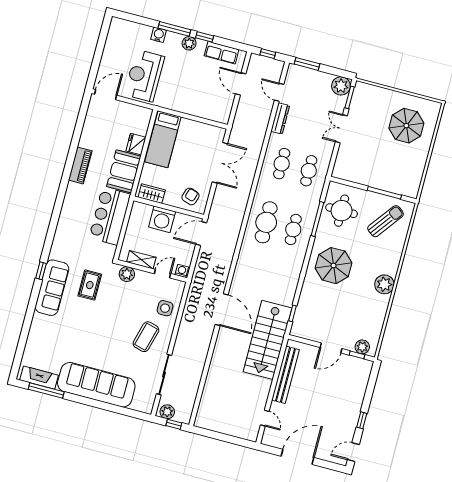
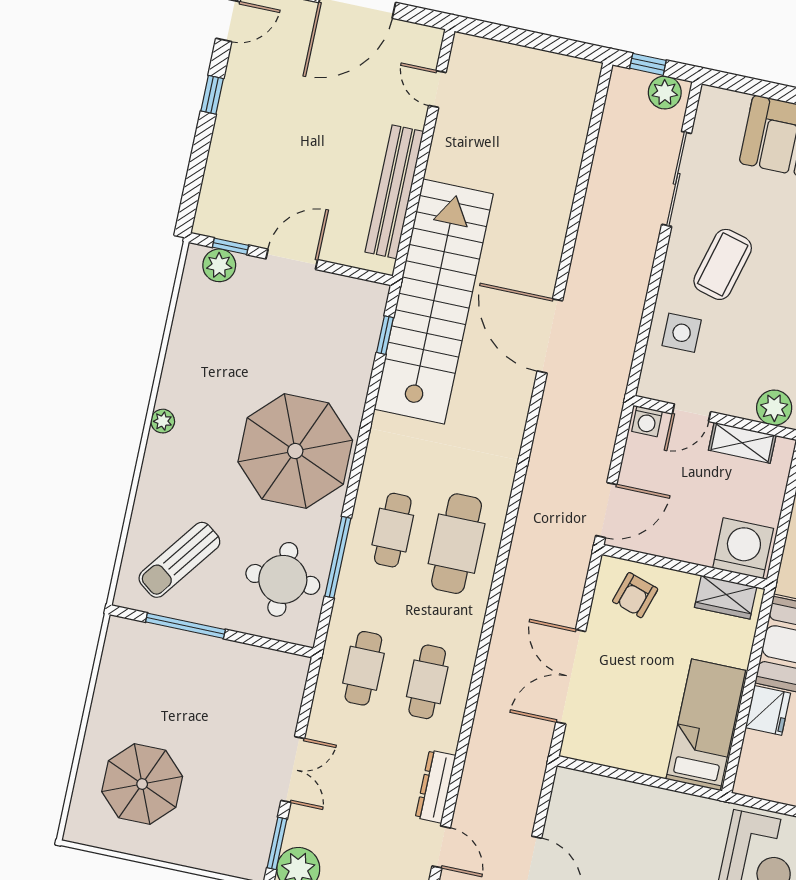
washing machine: (162, 219) -> (743, 548), moved
parasol: (334, 266) -> (295, 451), width x1.36, depth x1.36
plant: (384, 284) -> (163, 421), width x0.53, depth x0.53
stairs: (267, 340) -> (434, 302), width x1.36

